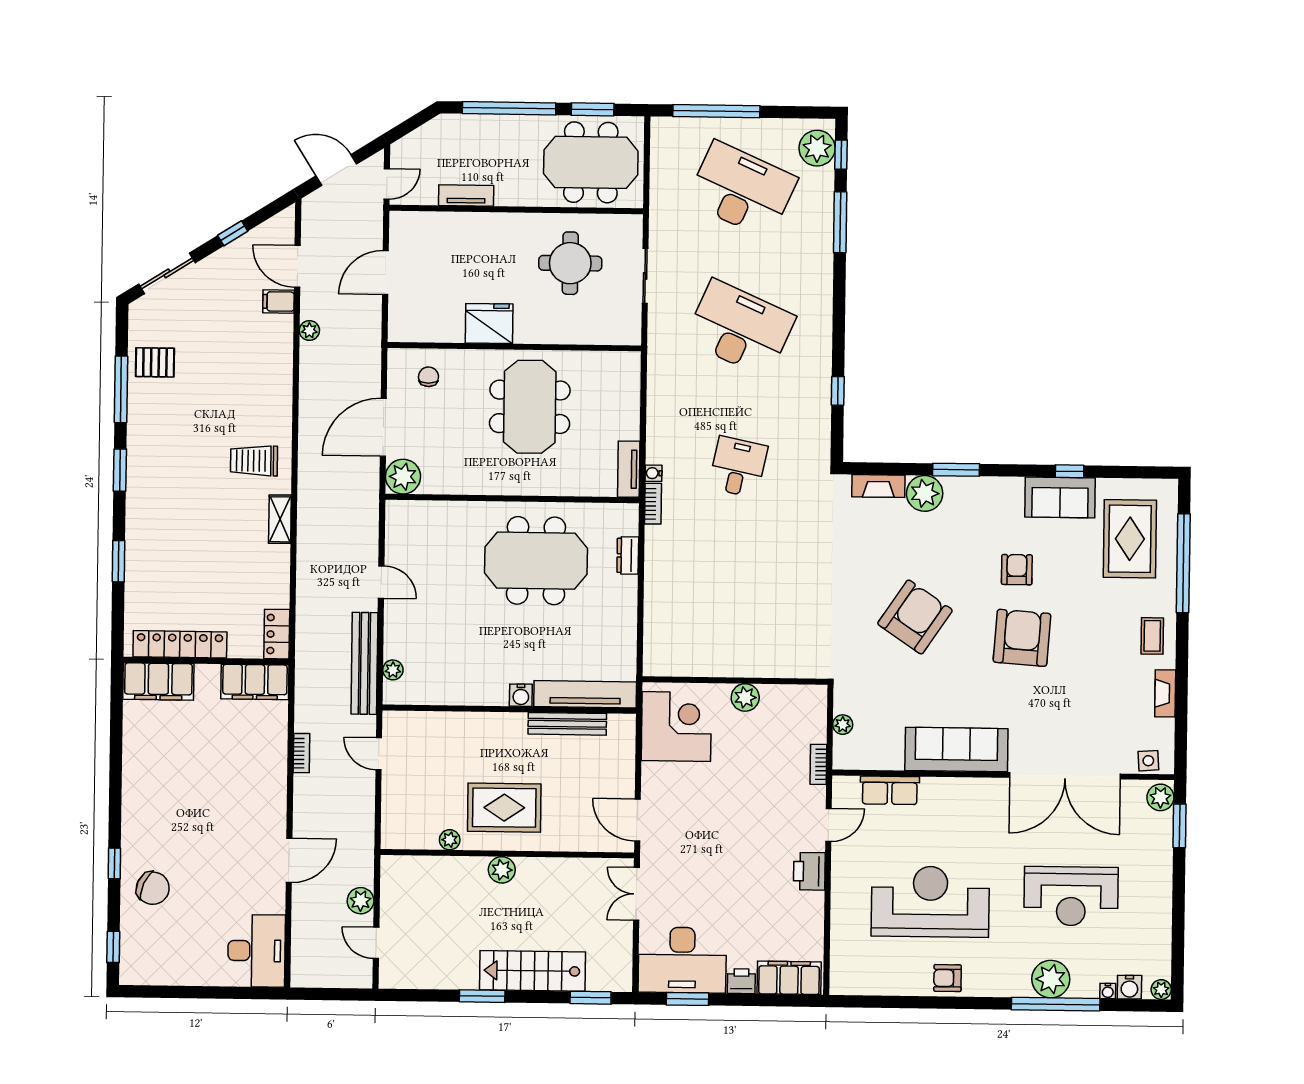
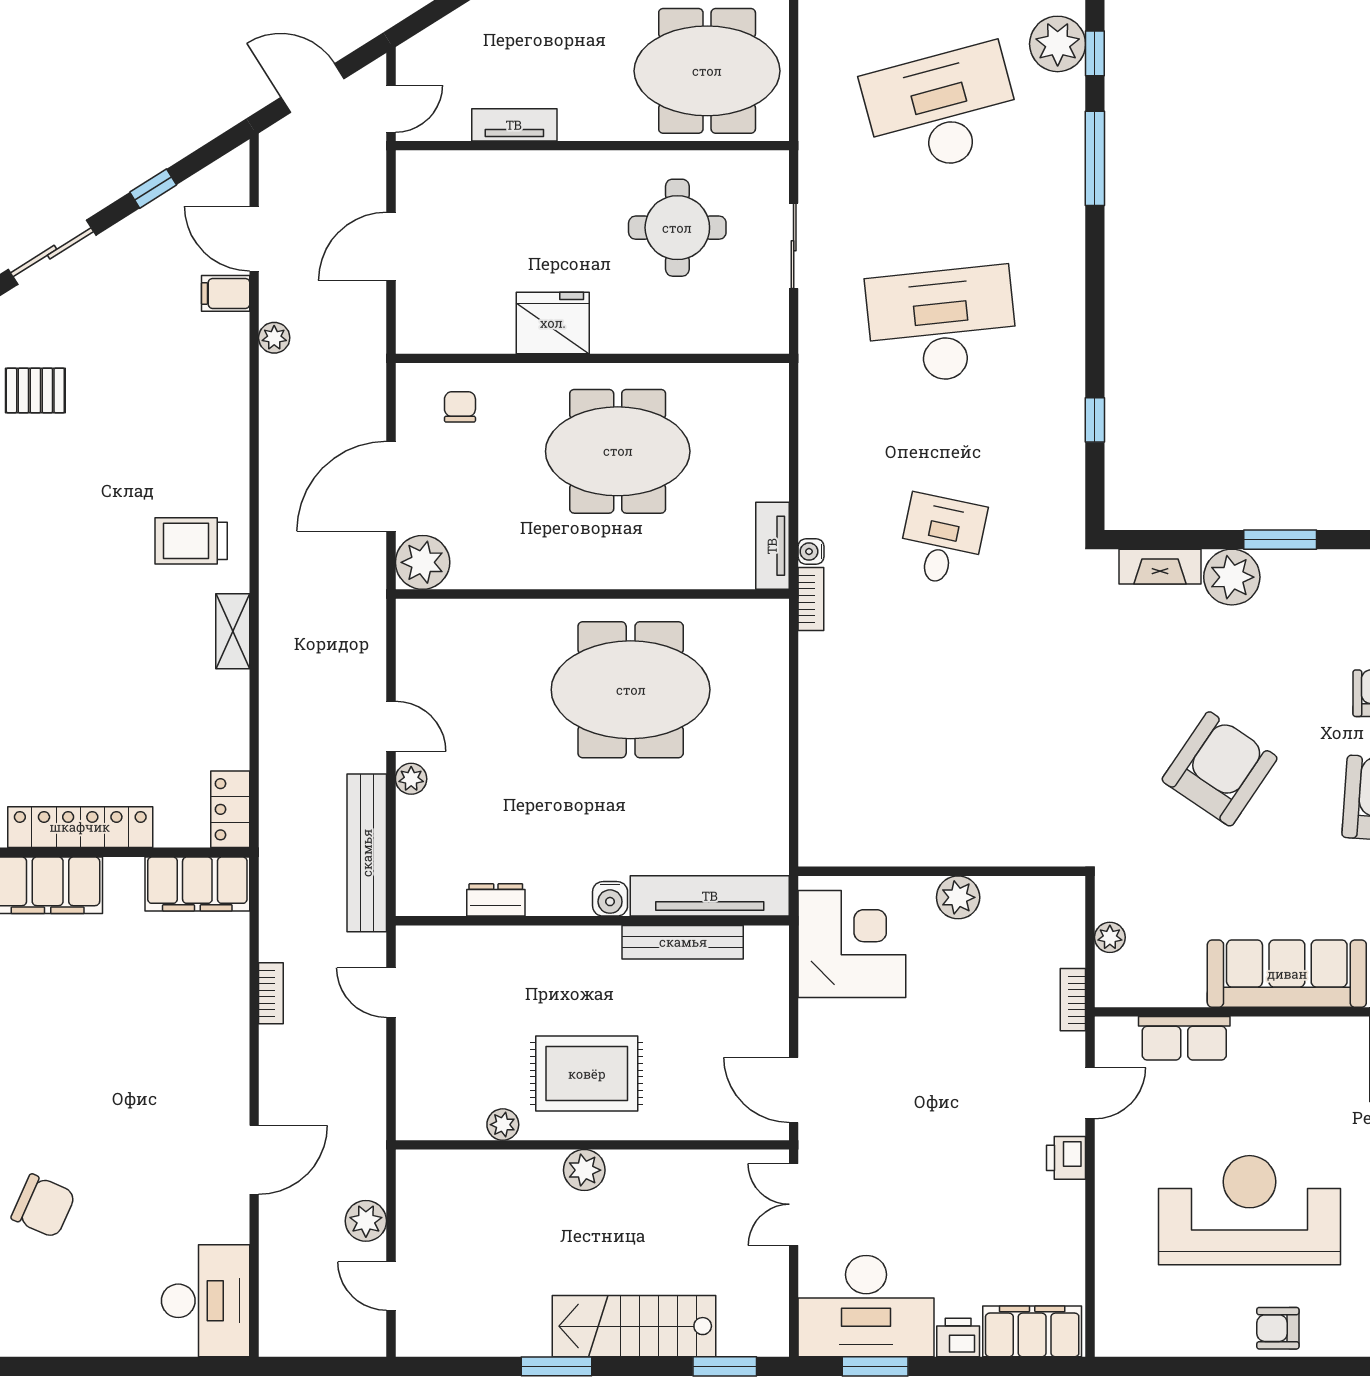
desk: (742, 190) -> (942, 110), turned -39
desk: (740, 328) -> (942, 325), turned -30
meeting table: (530, 407) -> (618, 451), turned 90
dresser: (628, 555) -> (496, 900), moved, turned 90
plant: (393, 670) -> (411, 779), moved
printer: (809, 871) -> (1066, 1158), width x0.73, depth x0.81

